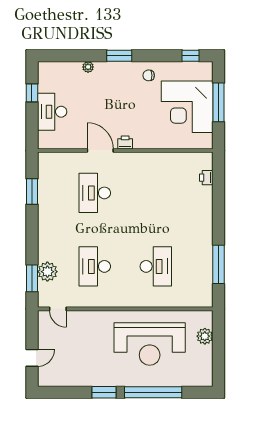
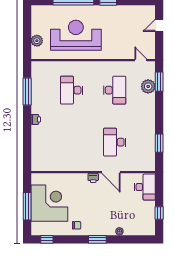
desk: (52, 112) -> (145, 187), moved
printer: (206, 178) -> (36, 119), moved
desk: (95, 193) -> (115, 142), turned 180

